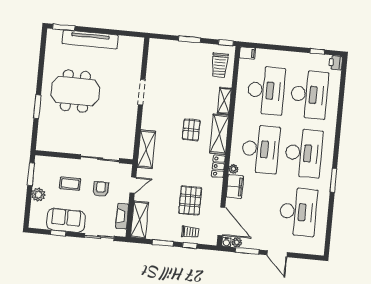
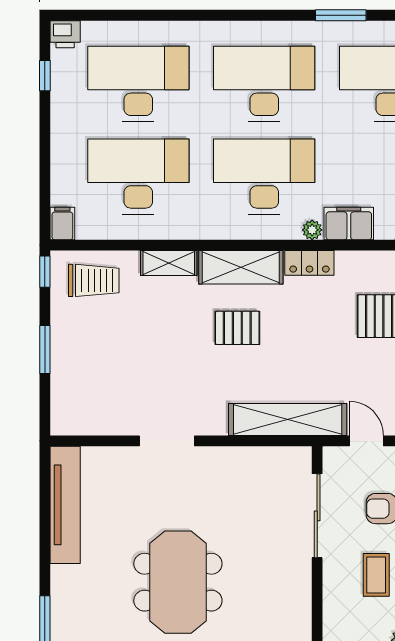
tv unit: (90, 39) -> (65, 505), moved
shelving: (146, 149) -> (288, 419), width x1.47
window: (333, 180) -> (341, 15), moved

